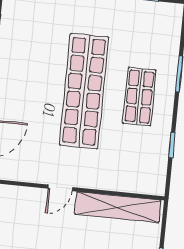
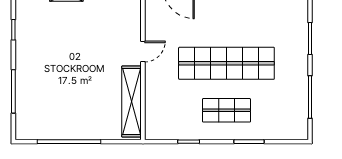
door: (60, 188) -> (143, 51), swing flipped

